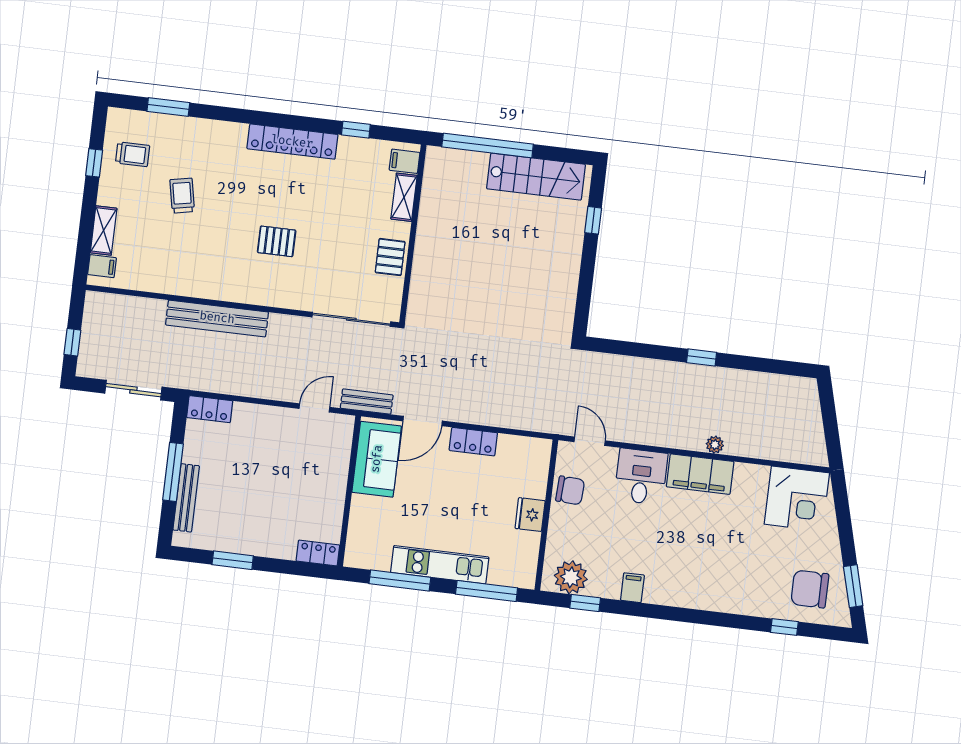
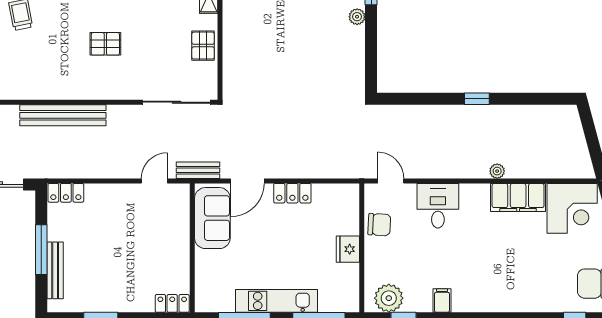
plant: (573, 245) -> (357, 17), added
filing cabinet: (700, 474) -> (518, 197), moved

